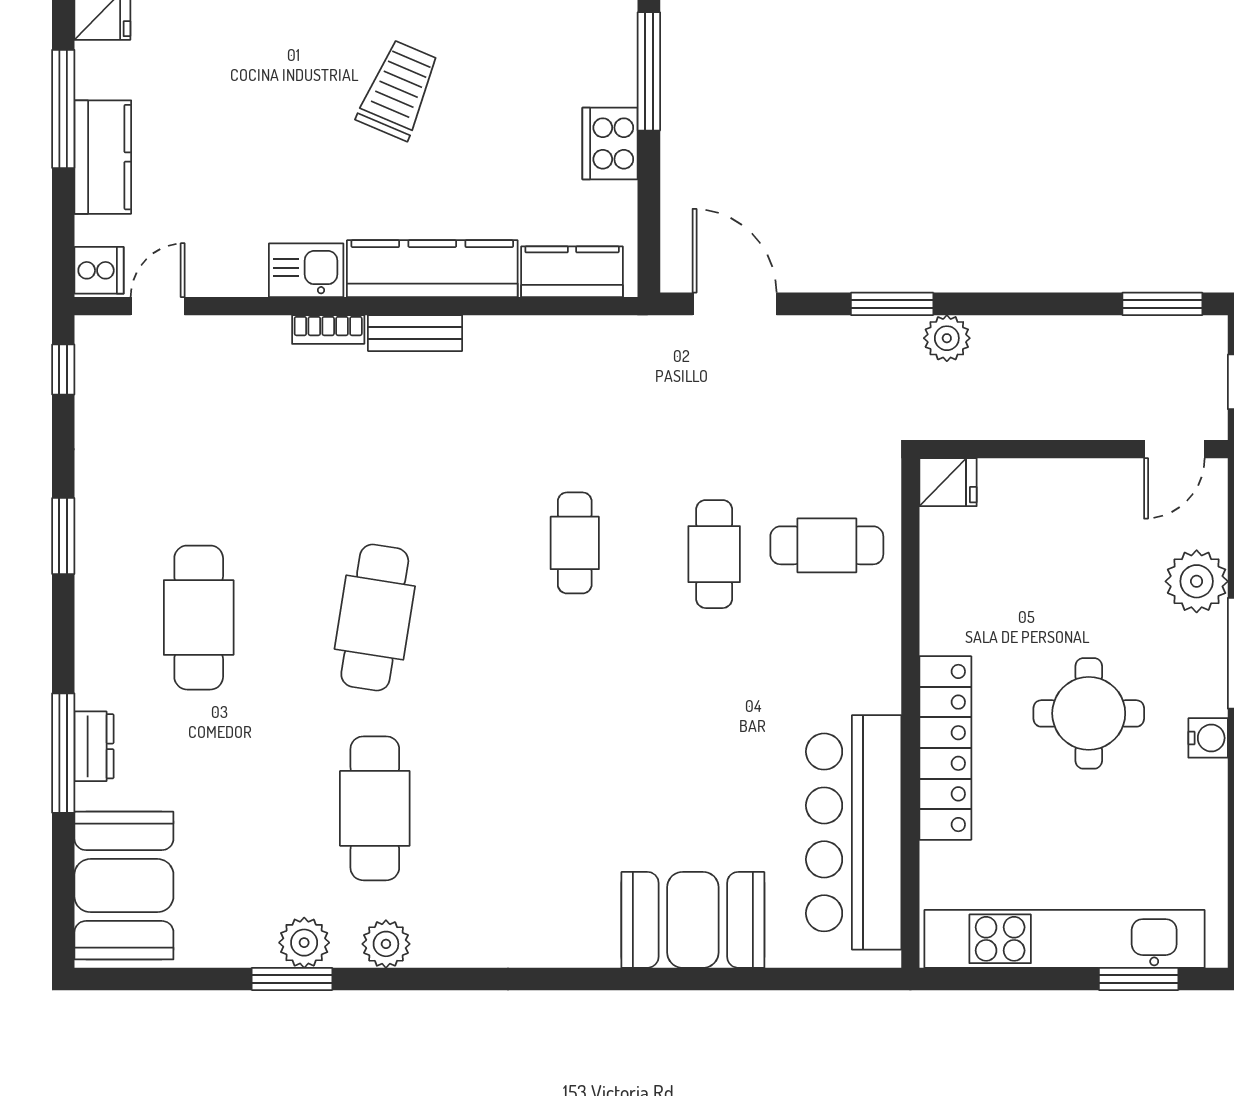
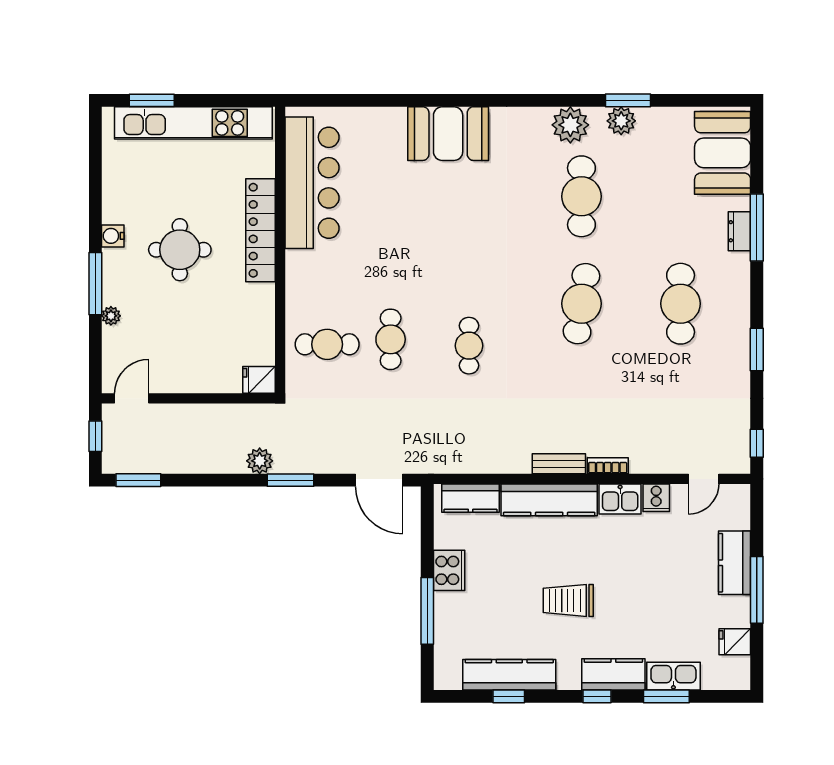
trolley: (398, 90) -> (568, 600), turned 67
cooker: (99, 270) -> (656, 498), moved, turned -90
plant: (1197, 581) -> (111, 316), width x0.53, depth x0.53
booth: (693, 920) -> (448, 134), moved
plant: (386, 944) -> (570, 125), width x1.36, depth x1.36

